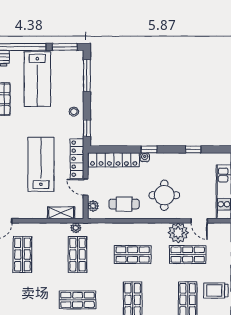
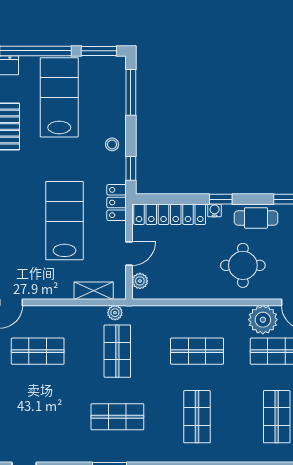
lab bench: (37, 79) -> (59, 97), turned 180
locker: (77, 159) -> (117, 203), width x0.66
door: (86, 187) -> (129, 254), swing flipped
cafe table: (124, 204) -> (256, 218), moved
shop shelf: (22, 255) -> (38, 351), turned 90

